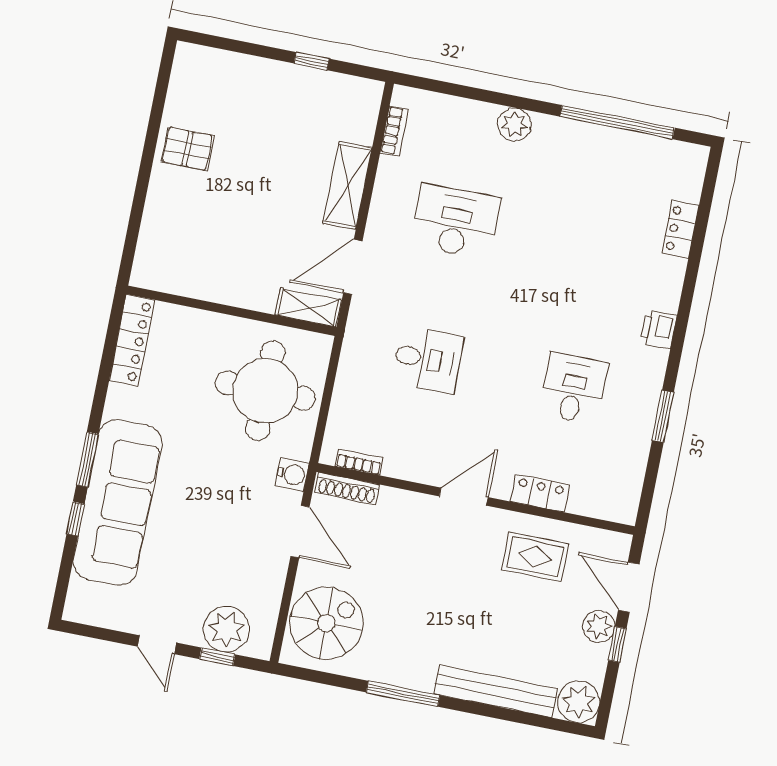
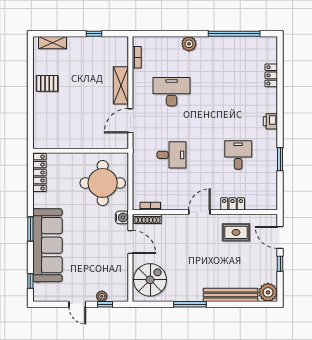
shelving: (308, 307) -> (52, 43), moved
window: (75, 519) -> (30, 281), moved
plant: (599, 626) -> (270, 257), removed
plant: (226, 629) -> (102, 296), width x0.53, depth x0.53

